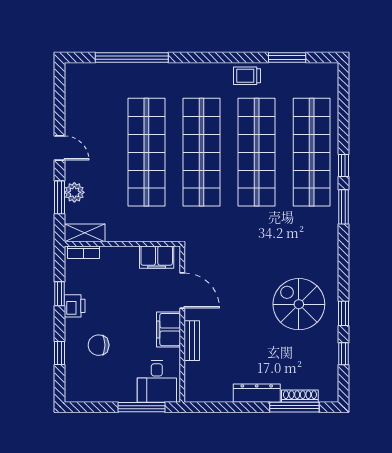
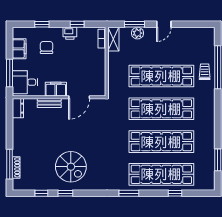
trolley: (247, 76) -> (205, 72), moved
window: (343, 166) -> (175, 193), moved
filing cabinet: (157, 257) -> (19, 49), moved, turned 180
spiral stairs: (299, 304) -> (71, 167), turned 90
dresser: (257, 393) -> (18, 108), moved, width x0.70

